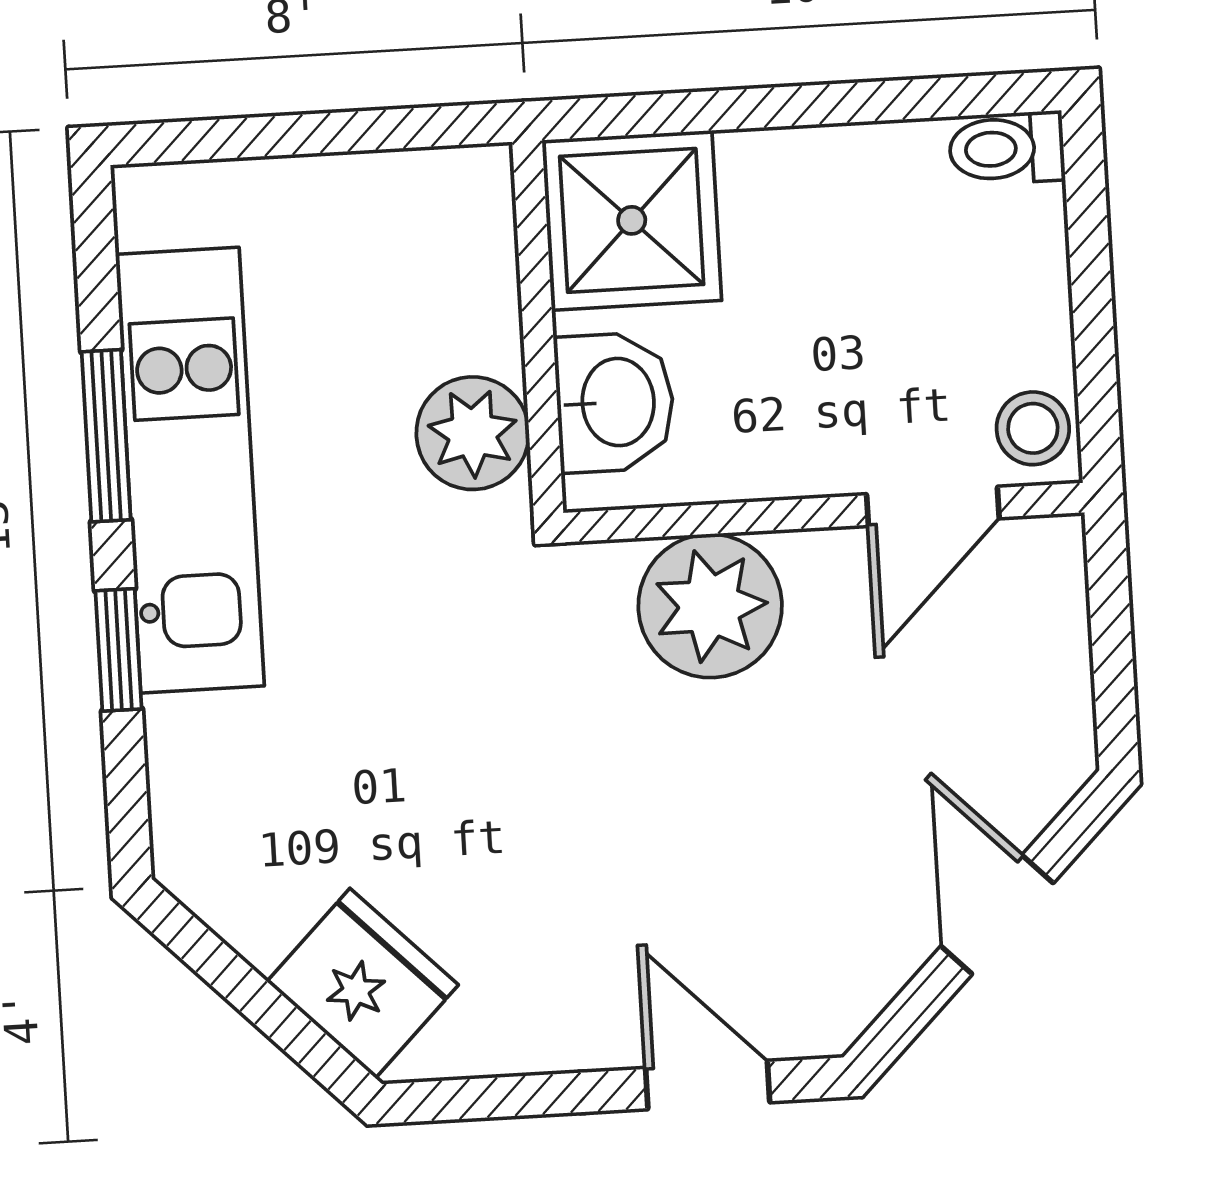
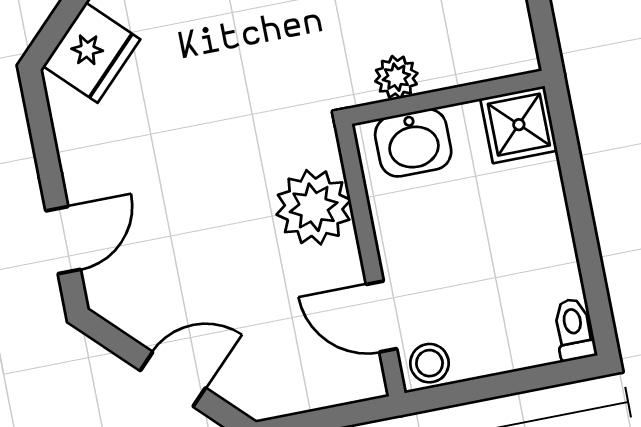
shower: (632, 220) -> (519, 125), width x0.73, depth x0.73
plant: (473, 433) -> (396, 77), width x0.73, depth x0.73

